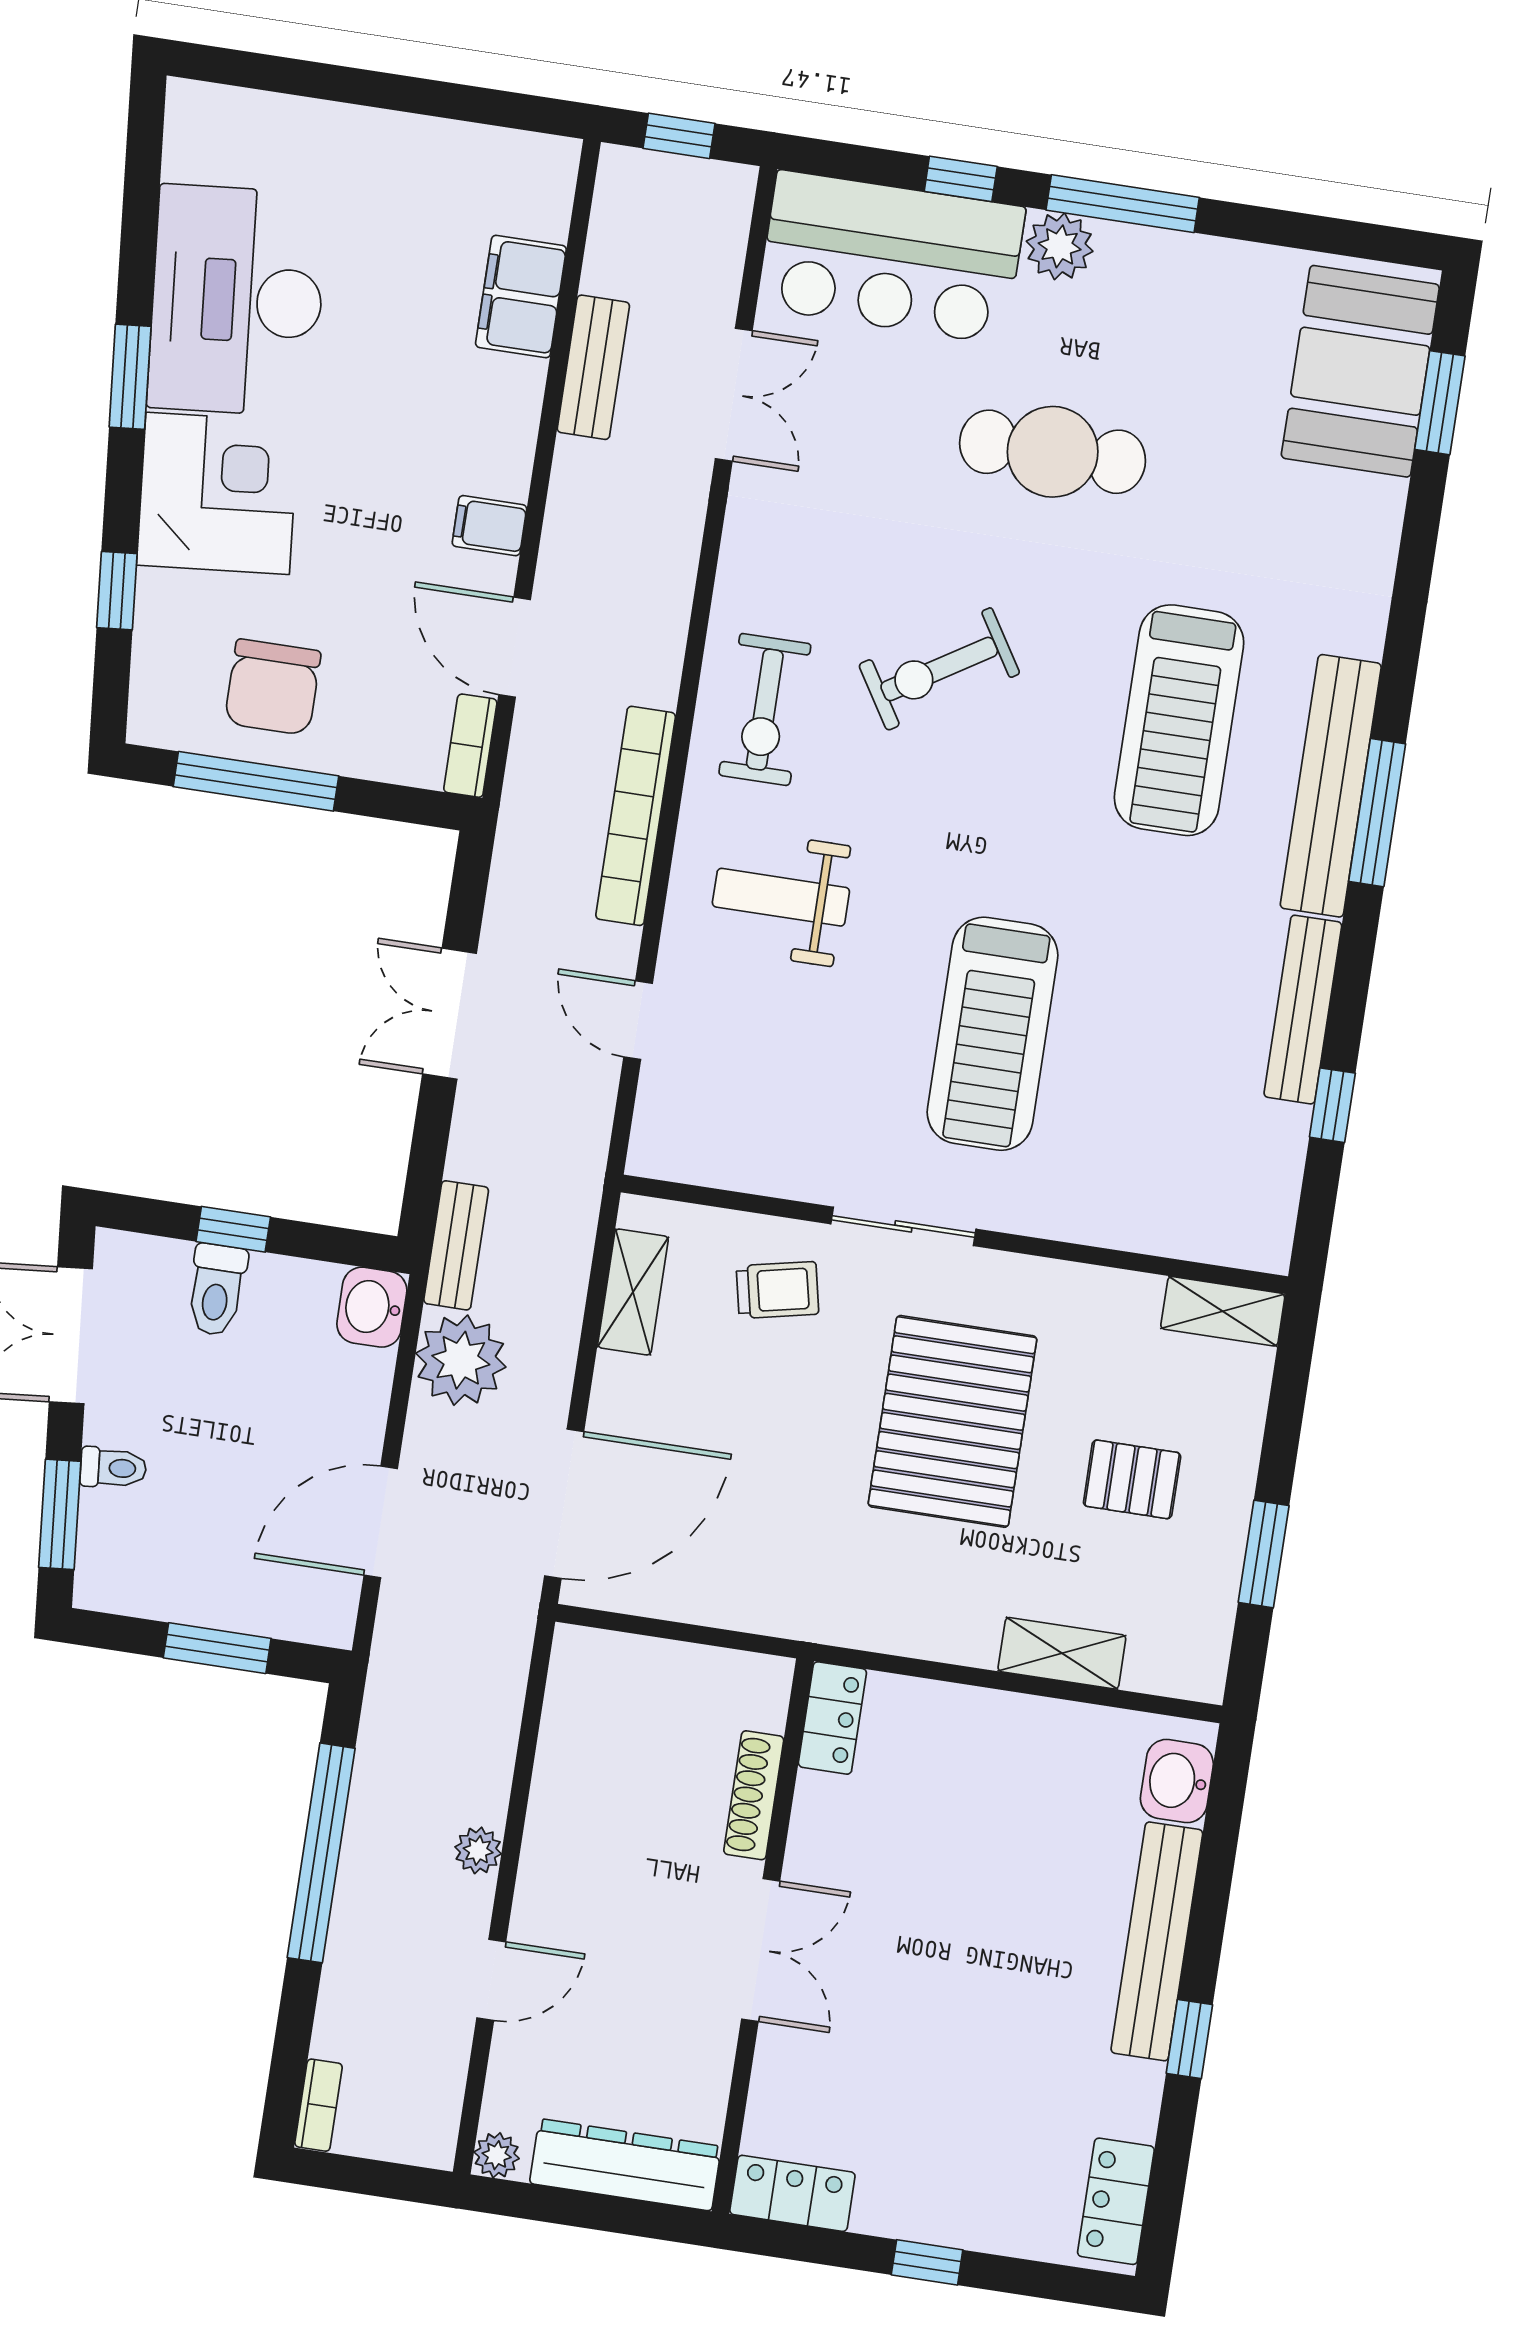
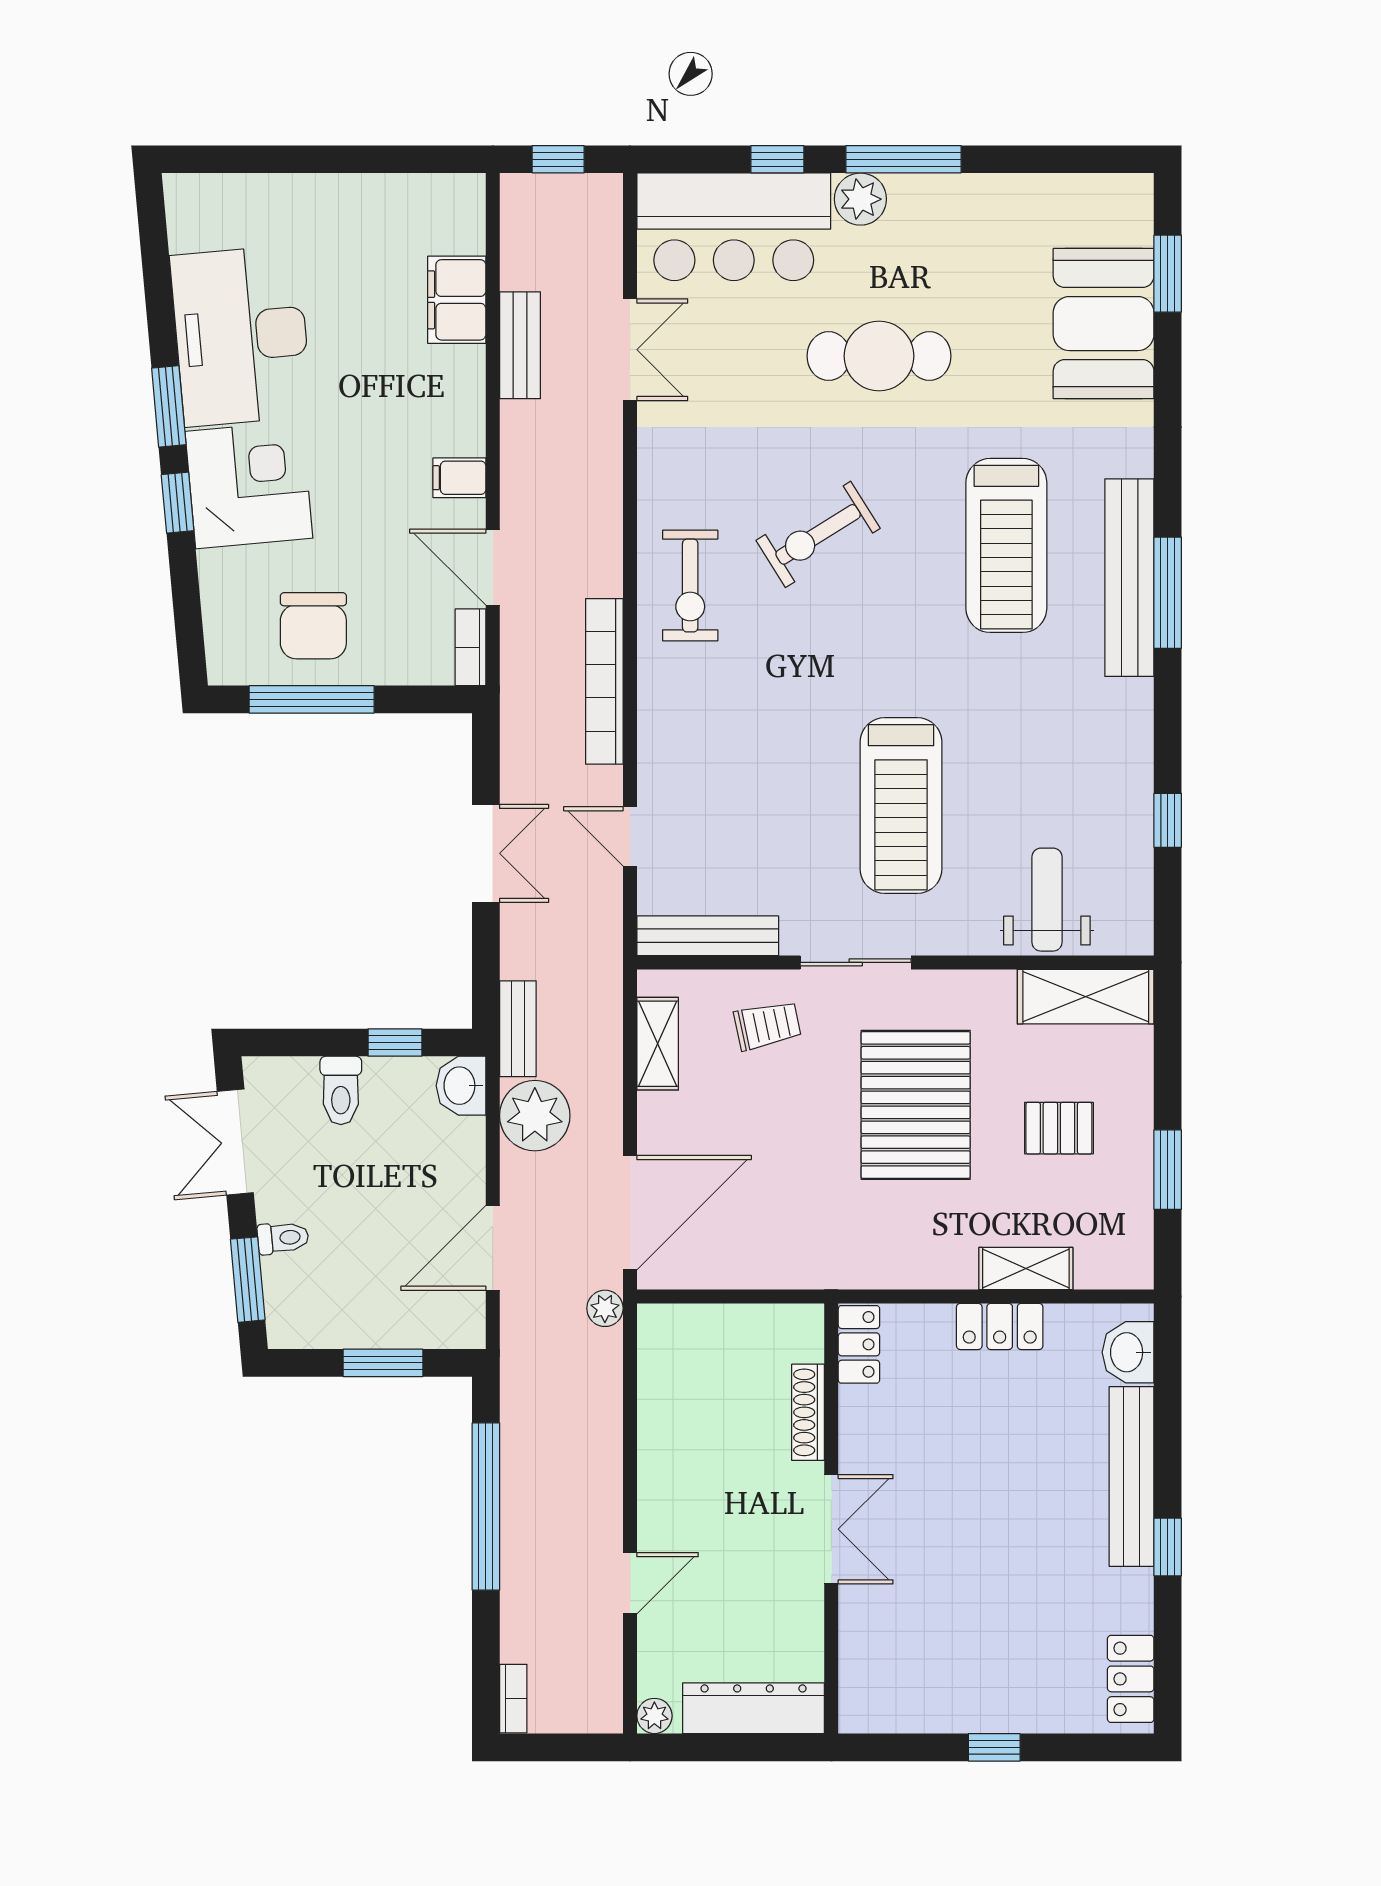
booth: (1360, 371) -> (1104, 324), moved
window: (117, 591) -> (178, 503), moved
weight bench: (781, 897) -> (1047, 900), moved, turned 90
bench: (1303, 1010) -> (708, 936), moved, turned 90
double door: (450, 1014) -> (486, 853), swing flipped
window: (233, 1229) -> (395, 1043), moved
shelving: (1223, 1311) -> (1086, 997), width x1.50, depth x1.33
plant: (478, 1850) -> (605, 1308), moved
locker: (792, 2193) -> (1000, 1326), moved, turned 180

